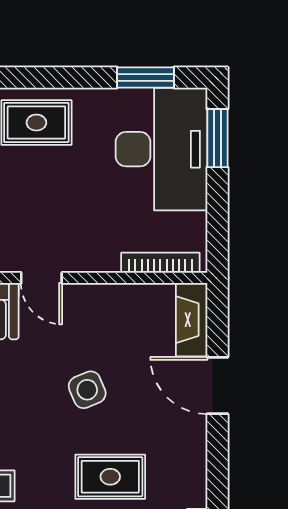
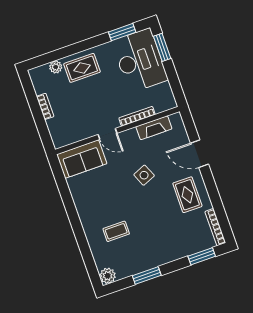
bookcase: (160, 263) -> (137, 116), moved
fireplace: (192, 320) -> (154, 128), moved, turned -90
rug: (110, 477) -> (187, 195), moved, turned 90

